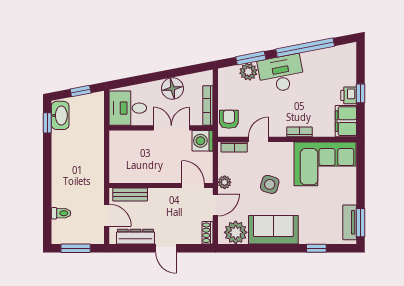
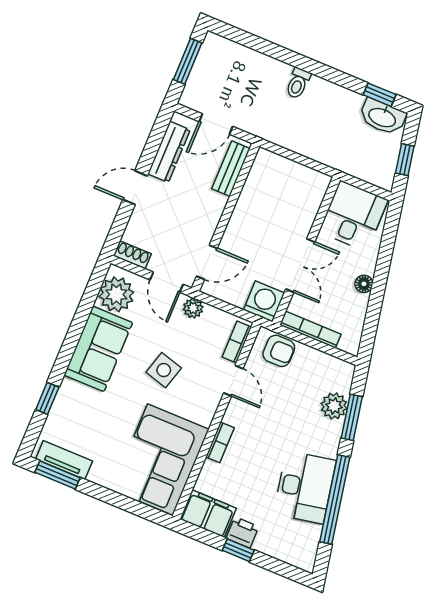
desk: (281, 74) -> (305, 487), moved
floor lamp: (172, 88) -> (364, 284), width x0.53, depth x0.53
toilet: (61, 213) -> (298, 83), moved

